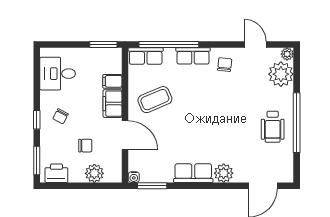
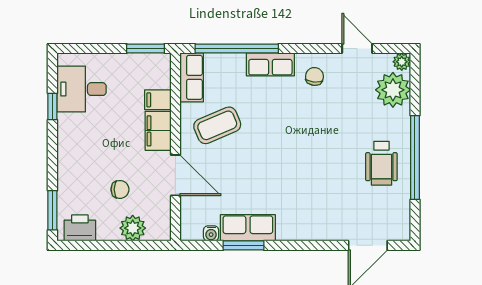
row of seats: (146, 56) -> (192, 77), moved, turned -90
chair: (61, 116) -> (86, 149), removed
window: (37, 120) -> (52, 107), moved
row of seats: (193, 173) -> (248, 228), moved
plant: (224, 173) -> (313, 228), removed
water cooler: (134, 177) -> (211, 233), moved
window: (152, 186) -> (244, 245), moved

